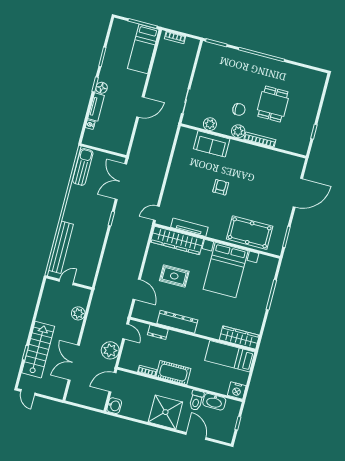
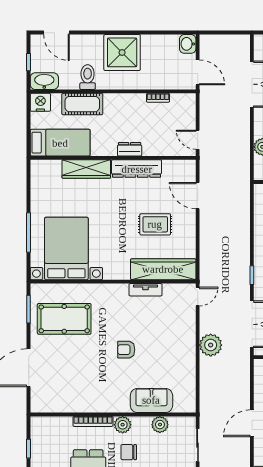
armchair: (221, 187) -> (126, 350), turned 90
tv unit: (189, 227) -> (145, 290), width x0.71
pool table: (250, 233) -> (64, 319), moved
bed with nightstands: (226, 270) -> (66, 248), moved
dresser: (158, 332) -> (130, 149), moved
wardrobe: (239, 337) -> (86, 169), moved
plant: (110, 350) -> (211, 345), moved
cot: (173, 373) -> (82, 104), moved
door: (112, 382) -> (198, 72), hinge flipped
washbasin: (214, 402) -> (44, 81), moved
door: (196, 436) -> (57, 33), moved

